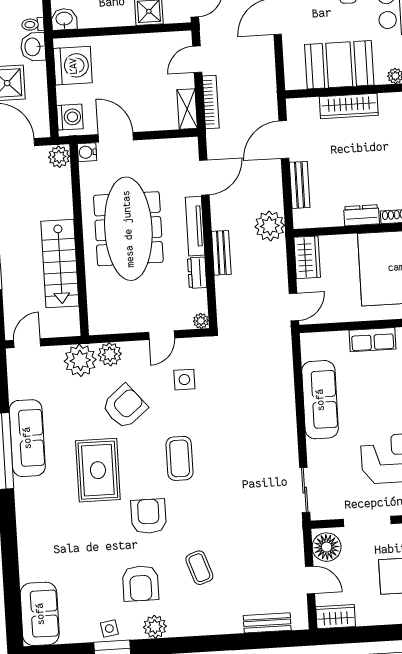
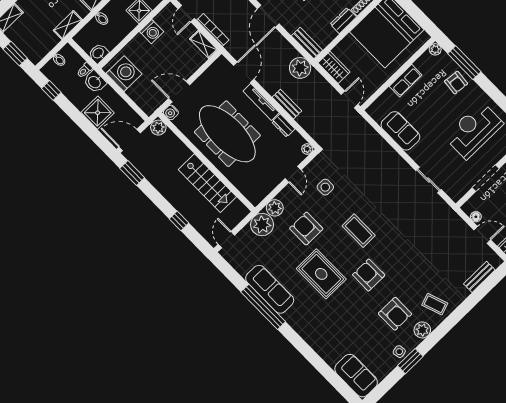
washing machine: (70, 117) -> (152, 32), moved, turned 90
bench: (300, 185) -> (307, 43), moved
sofa: (320, 400) -> (400, 131), width x0.73
armchair: (125, 407) -> (306, 229), turned -50
sliding door: (305, 490) -> (428, 180), moved
floor lamp: (327, 547) -> (476, 217), width x0.53, depth x0.53
coffee table: (199, 568) -> (435, 304), moved

